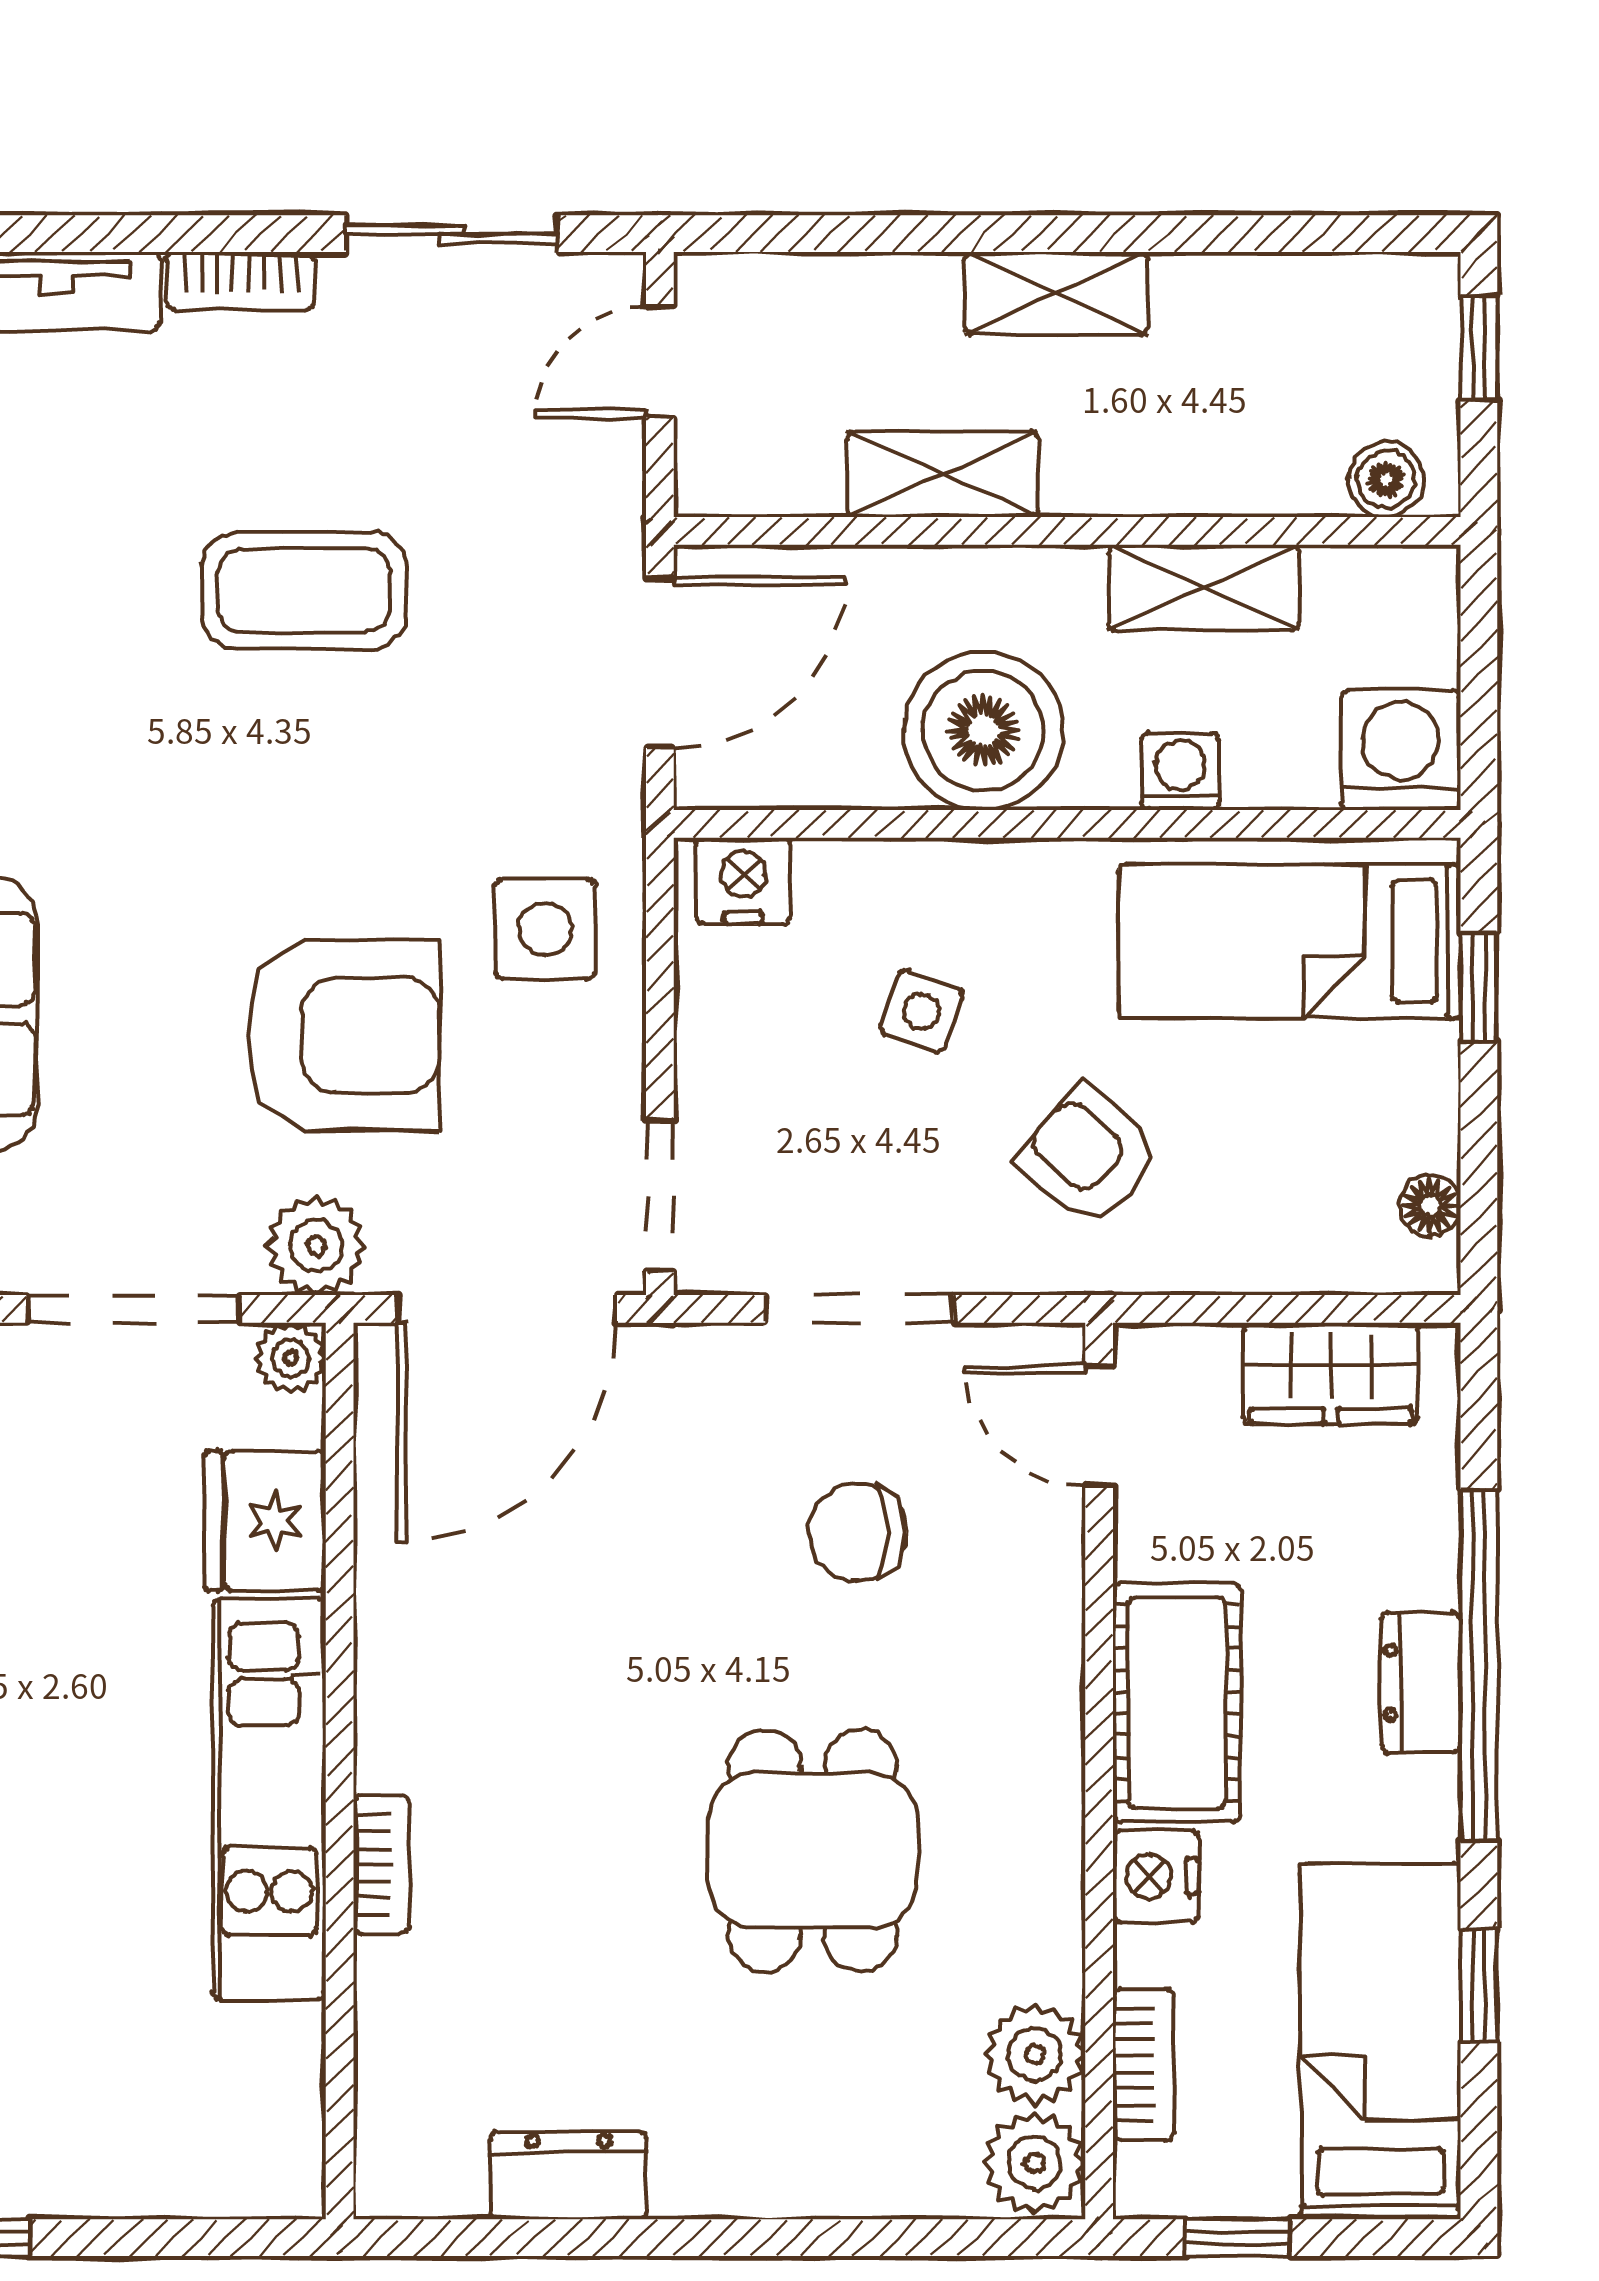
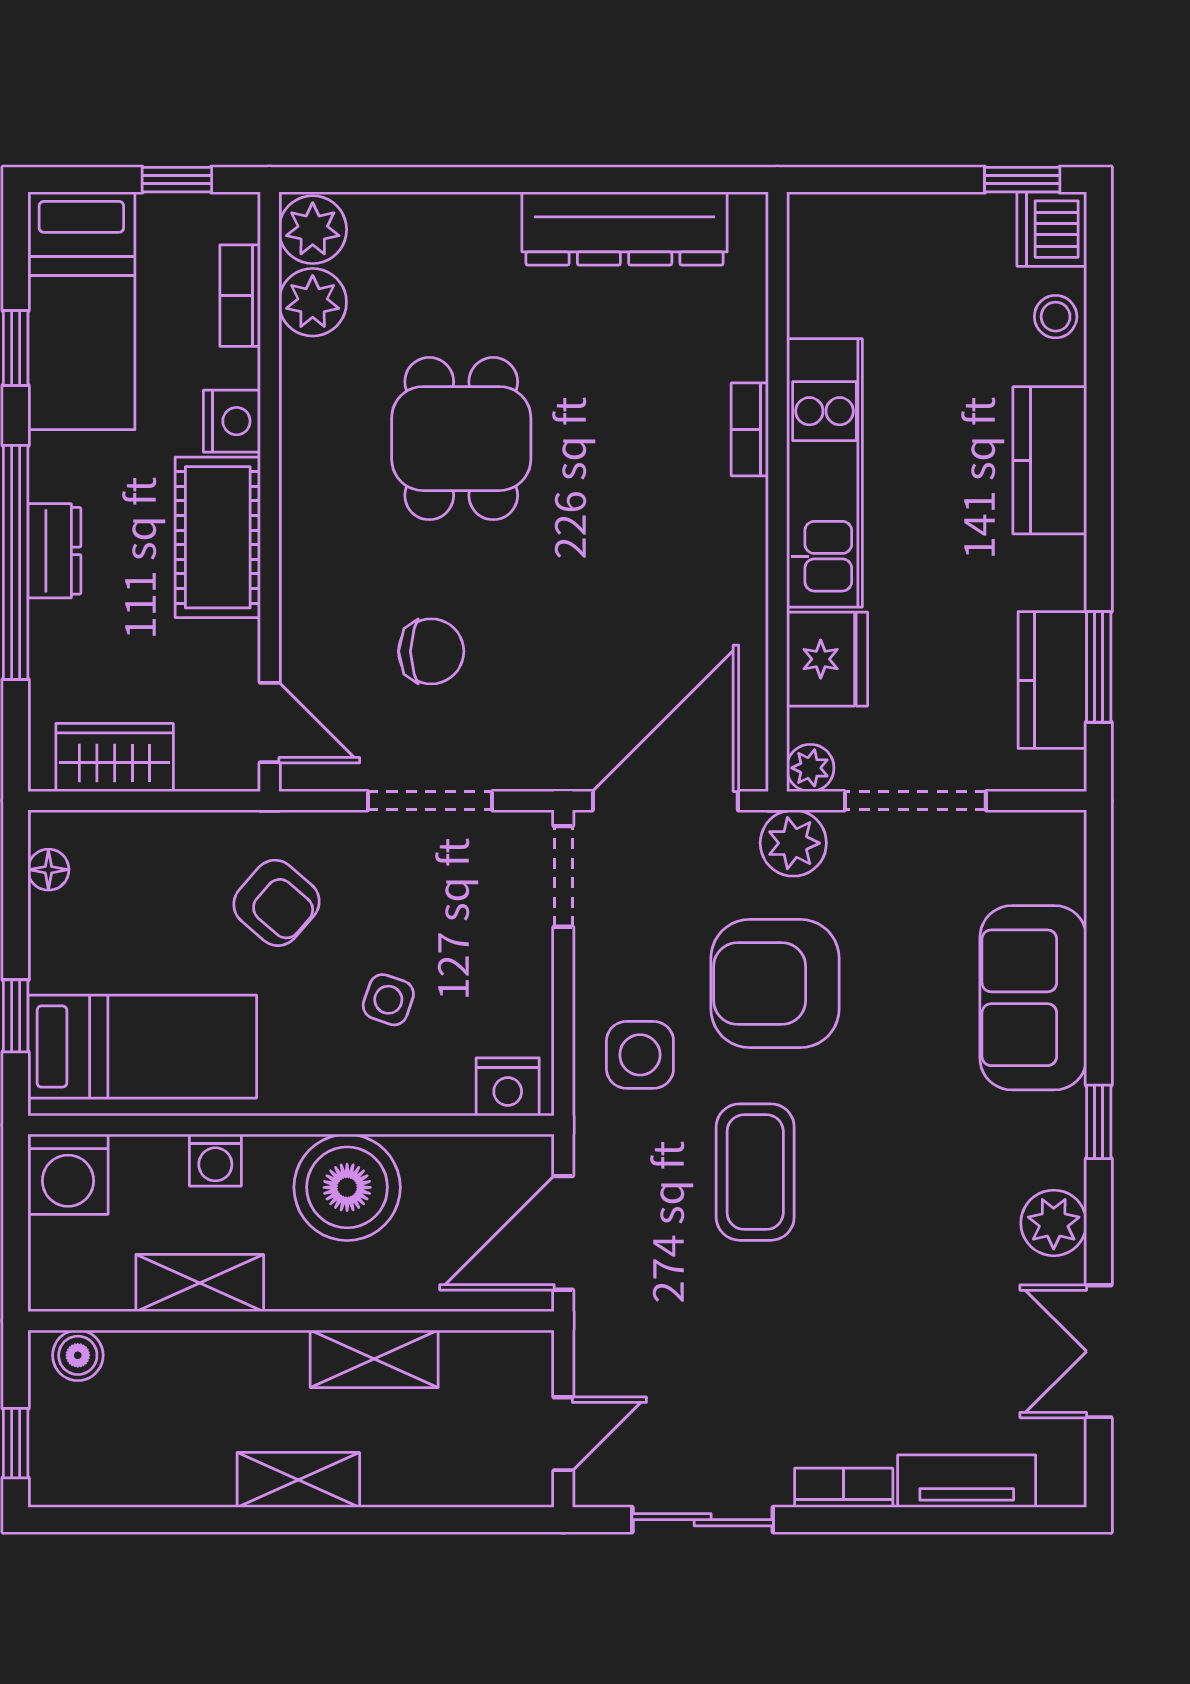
coffee table: (304, 591) -> (755, 1172), moved, turned 90
dresser: (568, 2175) -> (625, 228), width x1.96, depth x1.24

